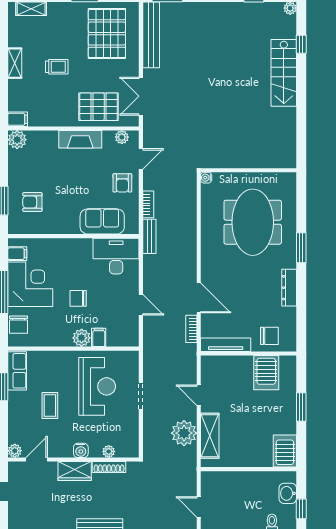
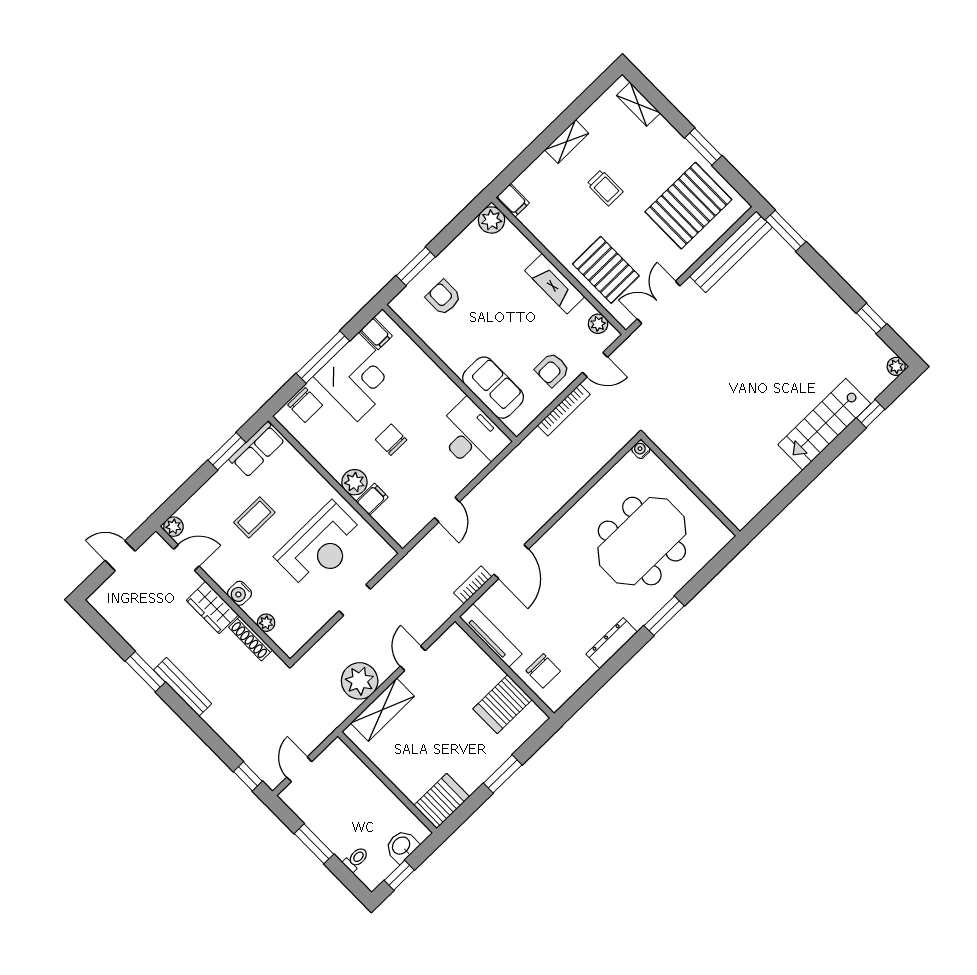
bookcase: (148, 204) -> (564, 410), width x1.56
bench: (149, 236) -> (525, 450), removed
chair: (18, 325) -> (305, 405), turned -90

